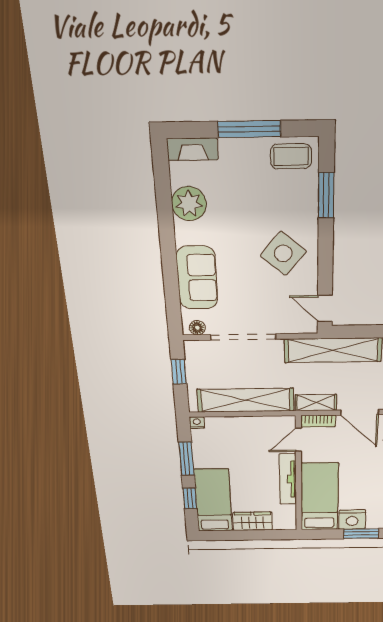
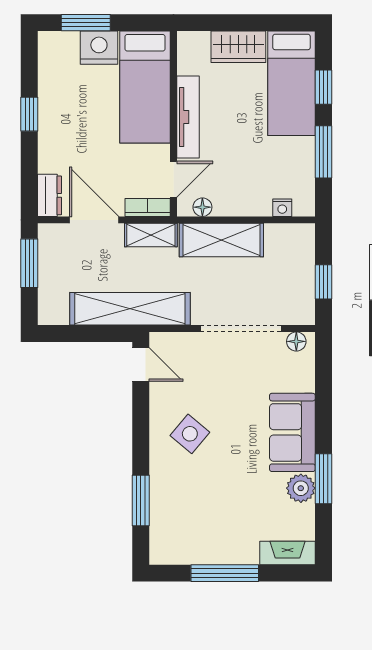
coffee table: (291, 156) -> (180, 544), removed
plant: (189, 204) -> (301, 488), width x0.73, depth x0.73
window: (165, 217) -> (323, 479), added
side table: (283, 253) -> (190, 434), width x0.73, depth x0.73
sofa: (197, 278) -> (292, 432), moved
shelving: (246, 400) -> (221, 240), width x0.68
floor lamp: (276, 422) -> (202, 207), added
nightstand: (197, 423) -> (282, 208), moved

